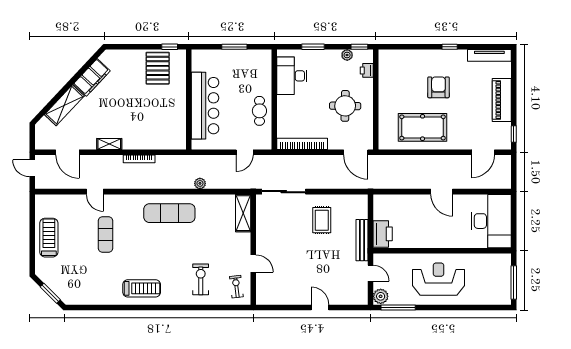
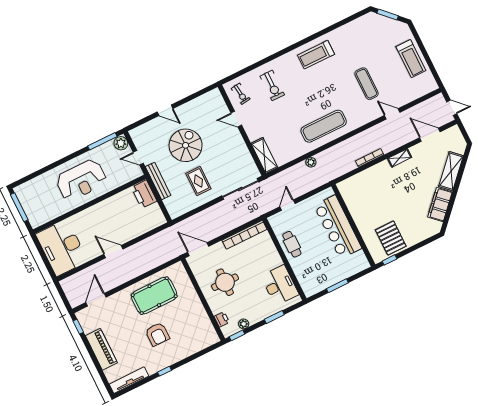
spiral stairs: (317, 262) -> (186, 145), added

